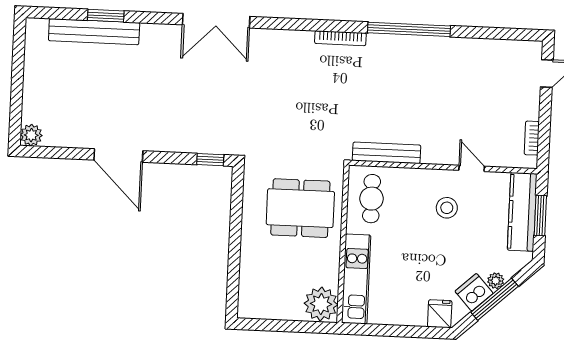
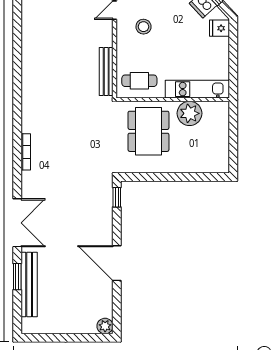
double door: (216, 21) -> (17, 223), moved
window: (409, 29) -> (17, 59), removed
bookcase: (340, 38) -> (26, 152), moved
door: (118, 155) -> (117, 263), swing flipped
plant: (321, 304) -> (190, 113), moved

